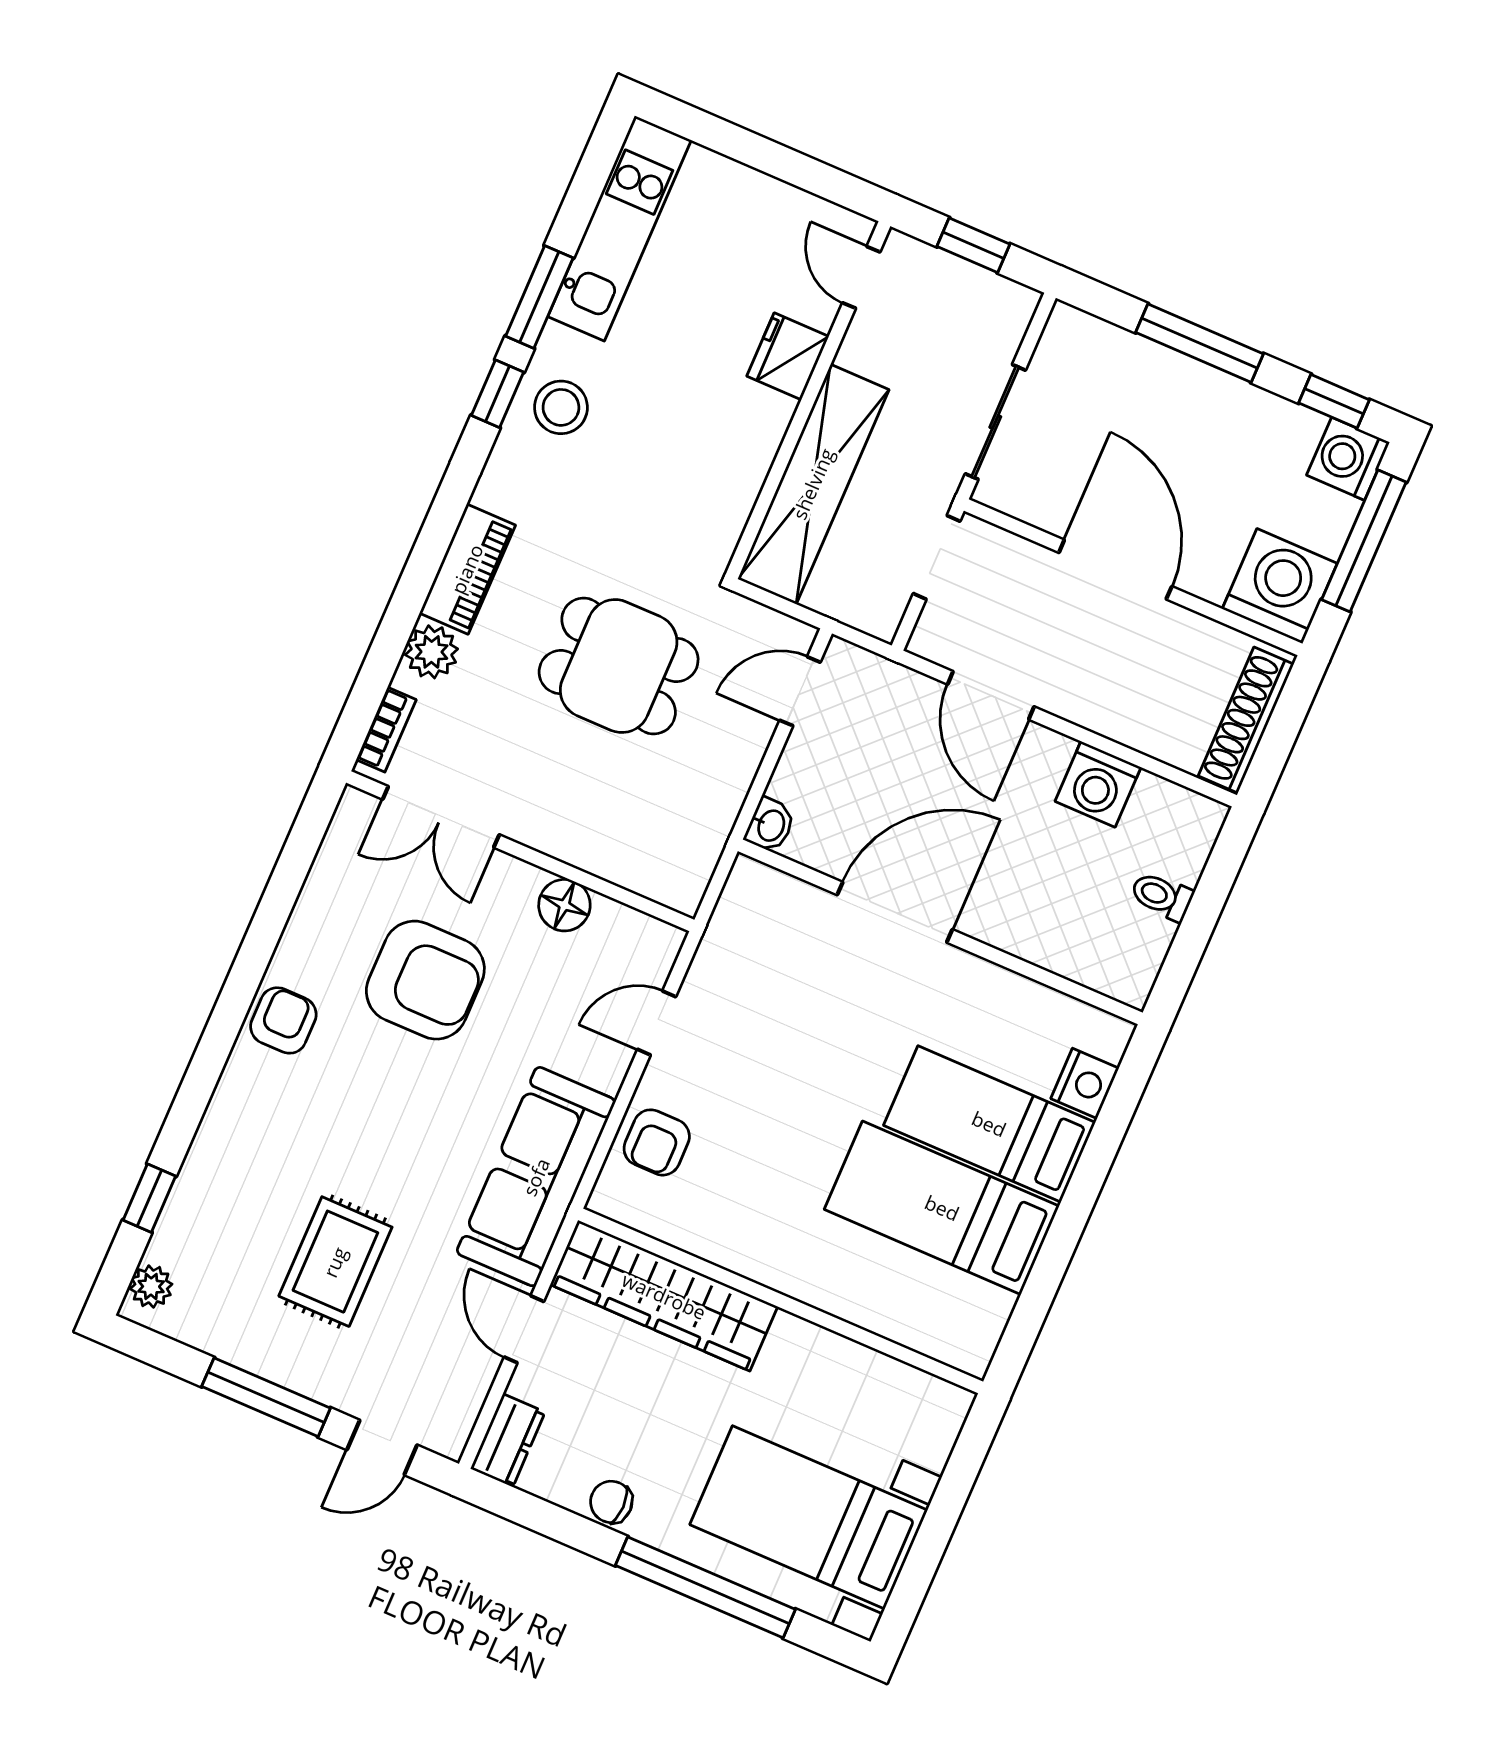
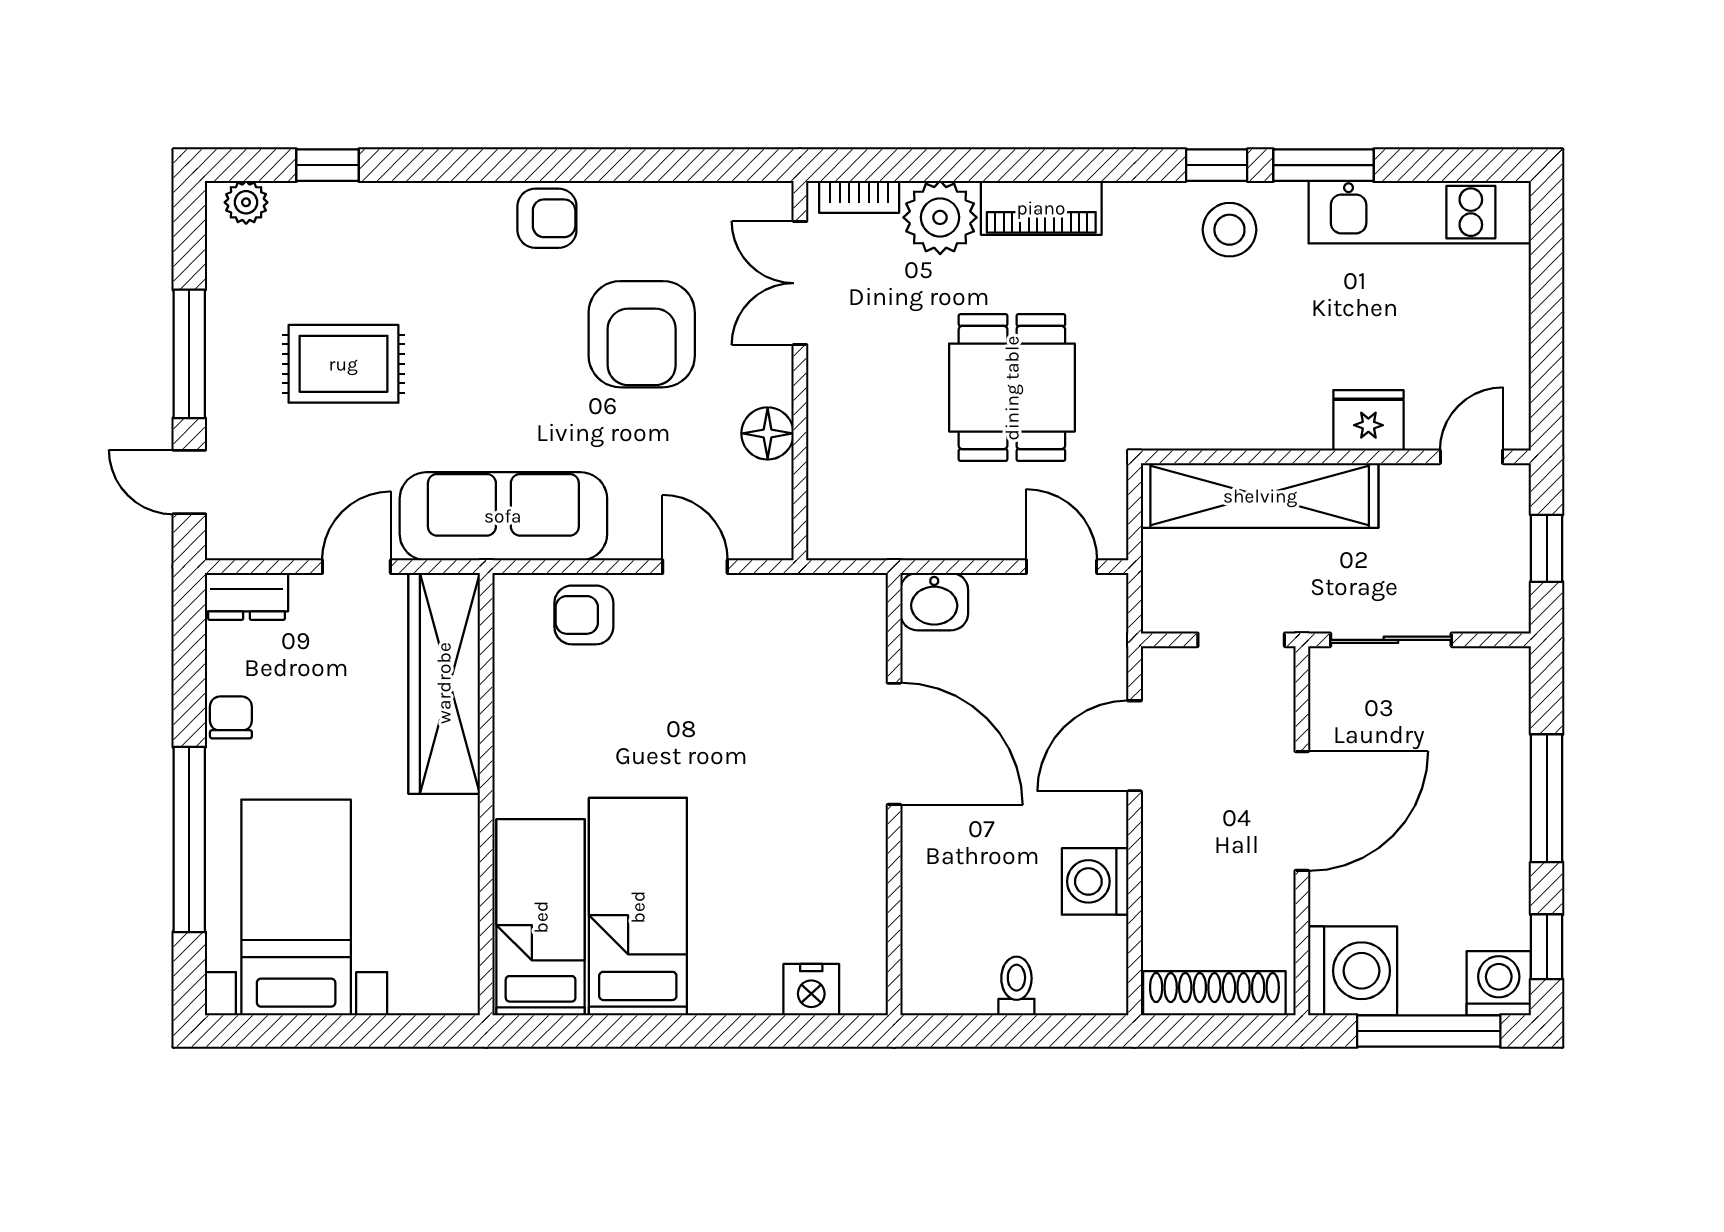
plant: (432, 652) -> (940, 217), width x1.36, depth x1.36
washbasin: (770, 825) -> (934, 602), width x1.38, depth x1.45
bed: (989, 1124) -> (541, 917), moved

